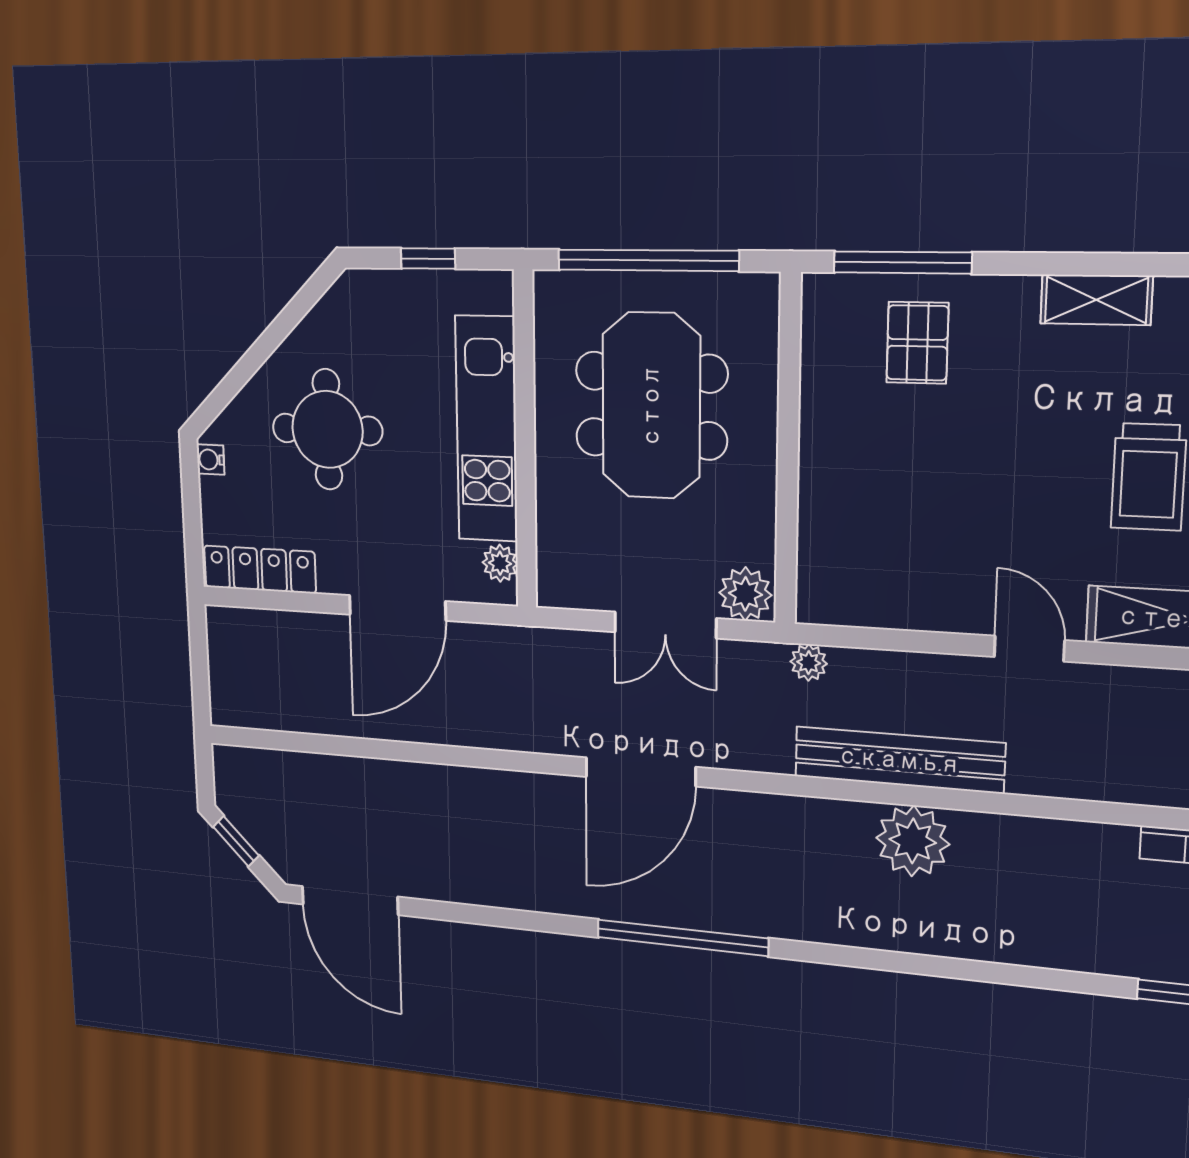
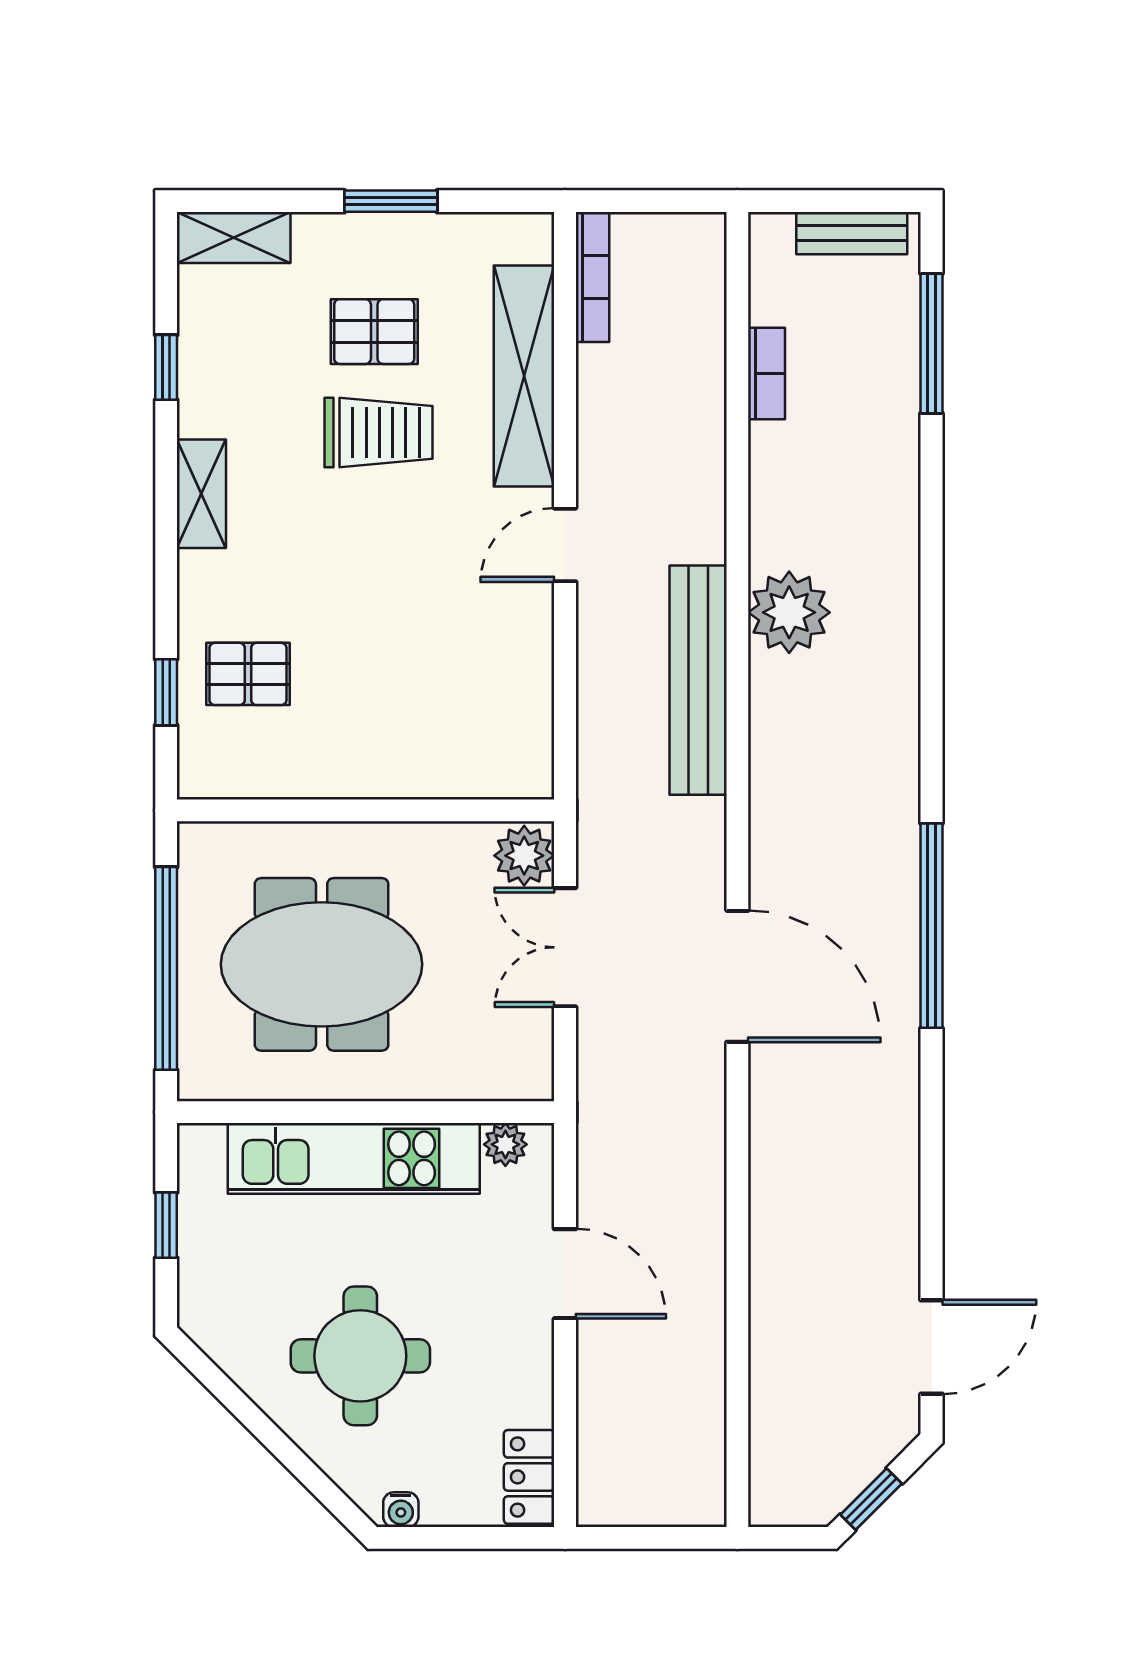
window: (902, 262) -> (166, 692), width x0.46
locker: (260, 569) -> (529, 1477), width x0.66
door: (397, 608) -> (565, 1274), width x0.73
double door: (665, 625) -> (565, 947), swing flipped
plant: (809, 663) -> (596, 783), removed
plant: (913, 841) -> (789, 612), moved
door: (350, 901) -> (932, 1347), width x0.73

